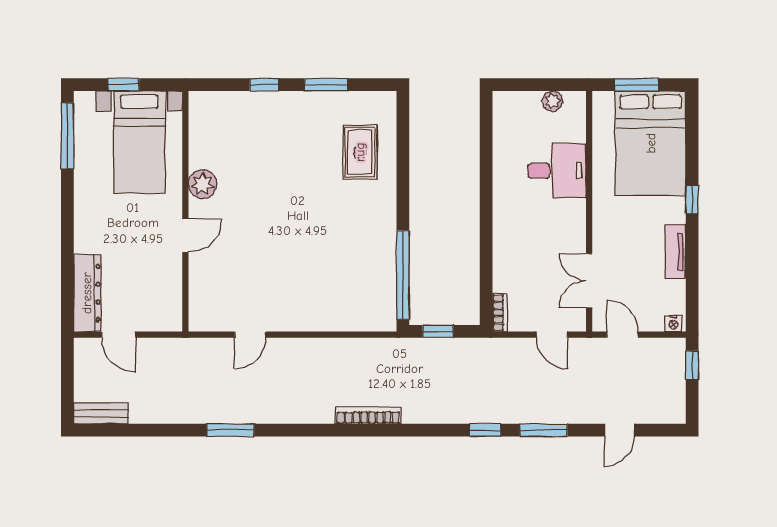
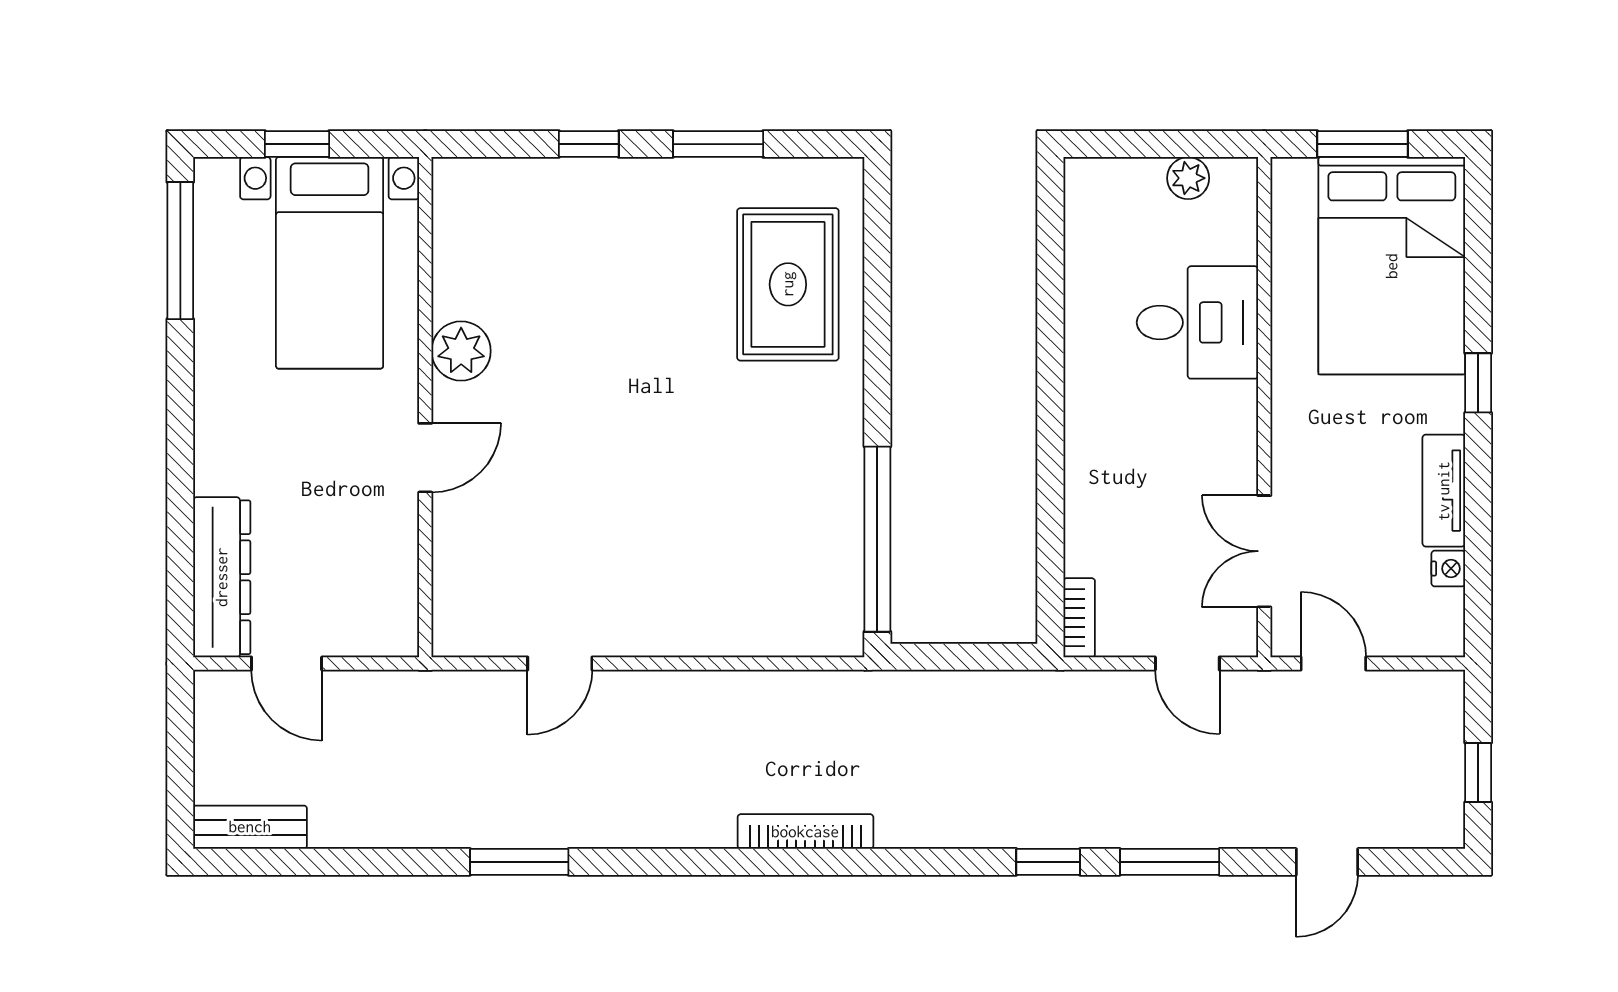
rug: (360, 152) -> (788, 284), width x1.36, depth x1.43
nightstand: (673, 324) -> (1448, 569), moved, turned -90
window: (438, 331) -> (950, 657), removed
window: (692, 365) -> (1478, 772), moved

